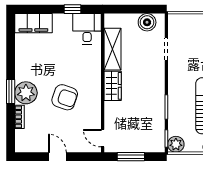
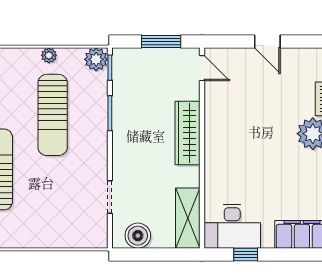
desk: (87, 29) -> (232, 226), width x1.37
shelving: (112, 49) -> (188, 218), moved
wardrobe: (113, 86) -> (188, 133), width x1.50
armchair: (65, 97) -> (257, 127), removed

